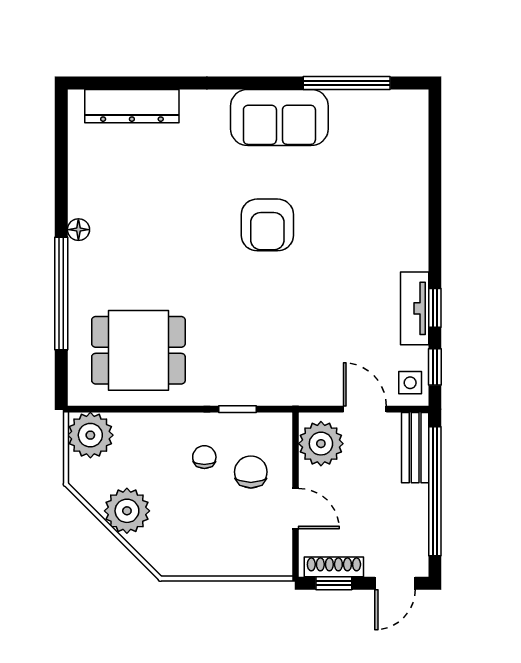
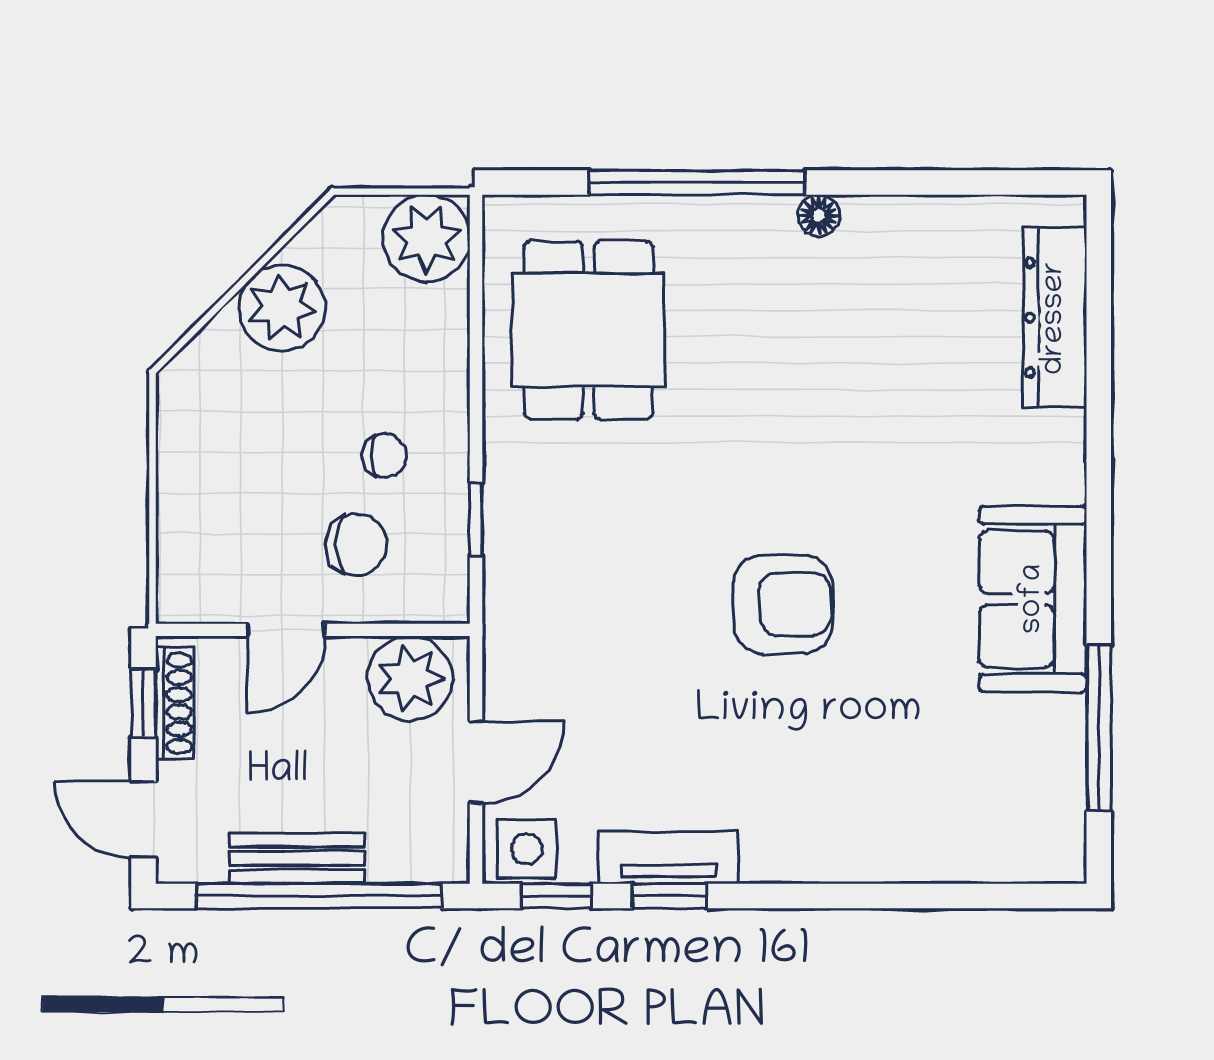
armchair: (267, 225) -> (783, 604), moved, turned 180
side table: (410, 383) -> (526, 849), width x1.37, depth x1.37
bench: (415, 448) -> (297, 858), moved

